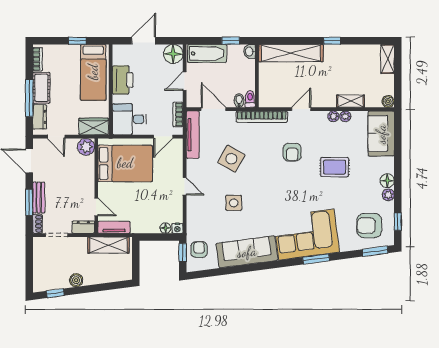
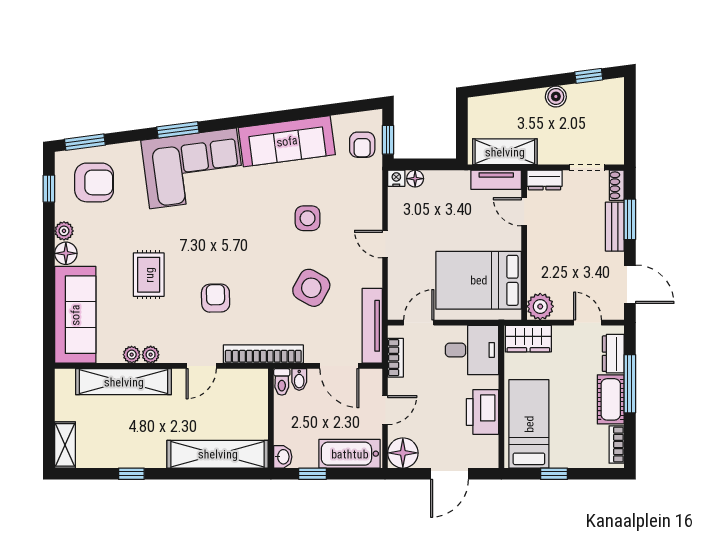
window: (332, 41) -> (131, 474), moved
shelving: (351, 101) -> (124, 382), width x2.20, depth x1.33
boiler: (388, 101) -> (64, 378), removed
sofa: (381, 134) -> (75, 315), width x1.36
rug: (335, 167) -> (149, 275), turned 90

